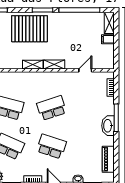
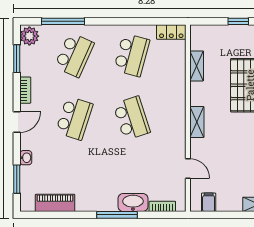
filing cabinet: (108, 39) -> (209, 202), moved
shelving: (33, 65) -> (197, 66), moved
washbasin: (108, 126) -> (133, 202), moved

